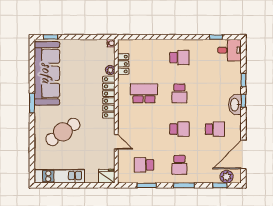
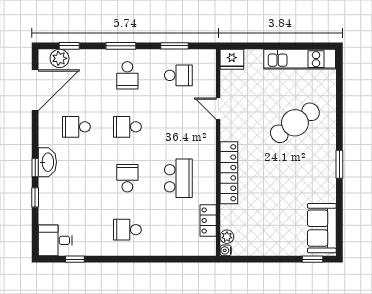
plant: (110, 70) -> (227, 237), moved
sofa: (47, 73) -> (322, 228), width x0.54, depth x0.79
school desk: (144, 93) -> (178, 178), turned -90
school desk: (179, 165) -> (127, 75), turned 180

